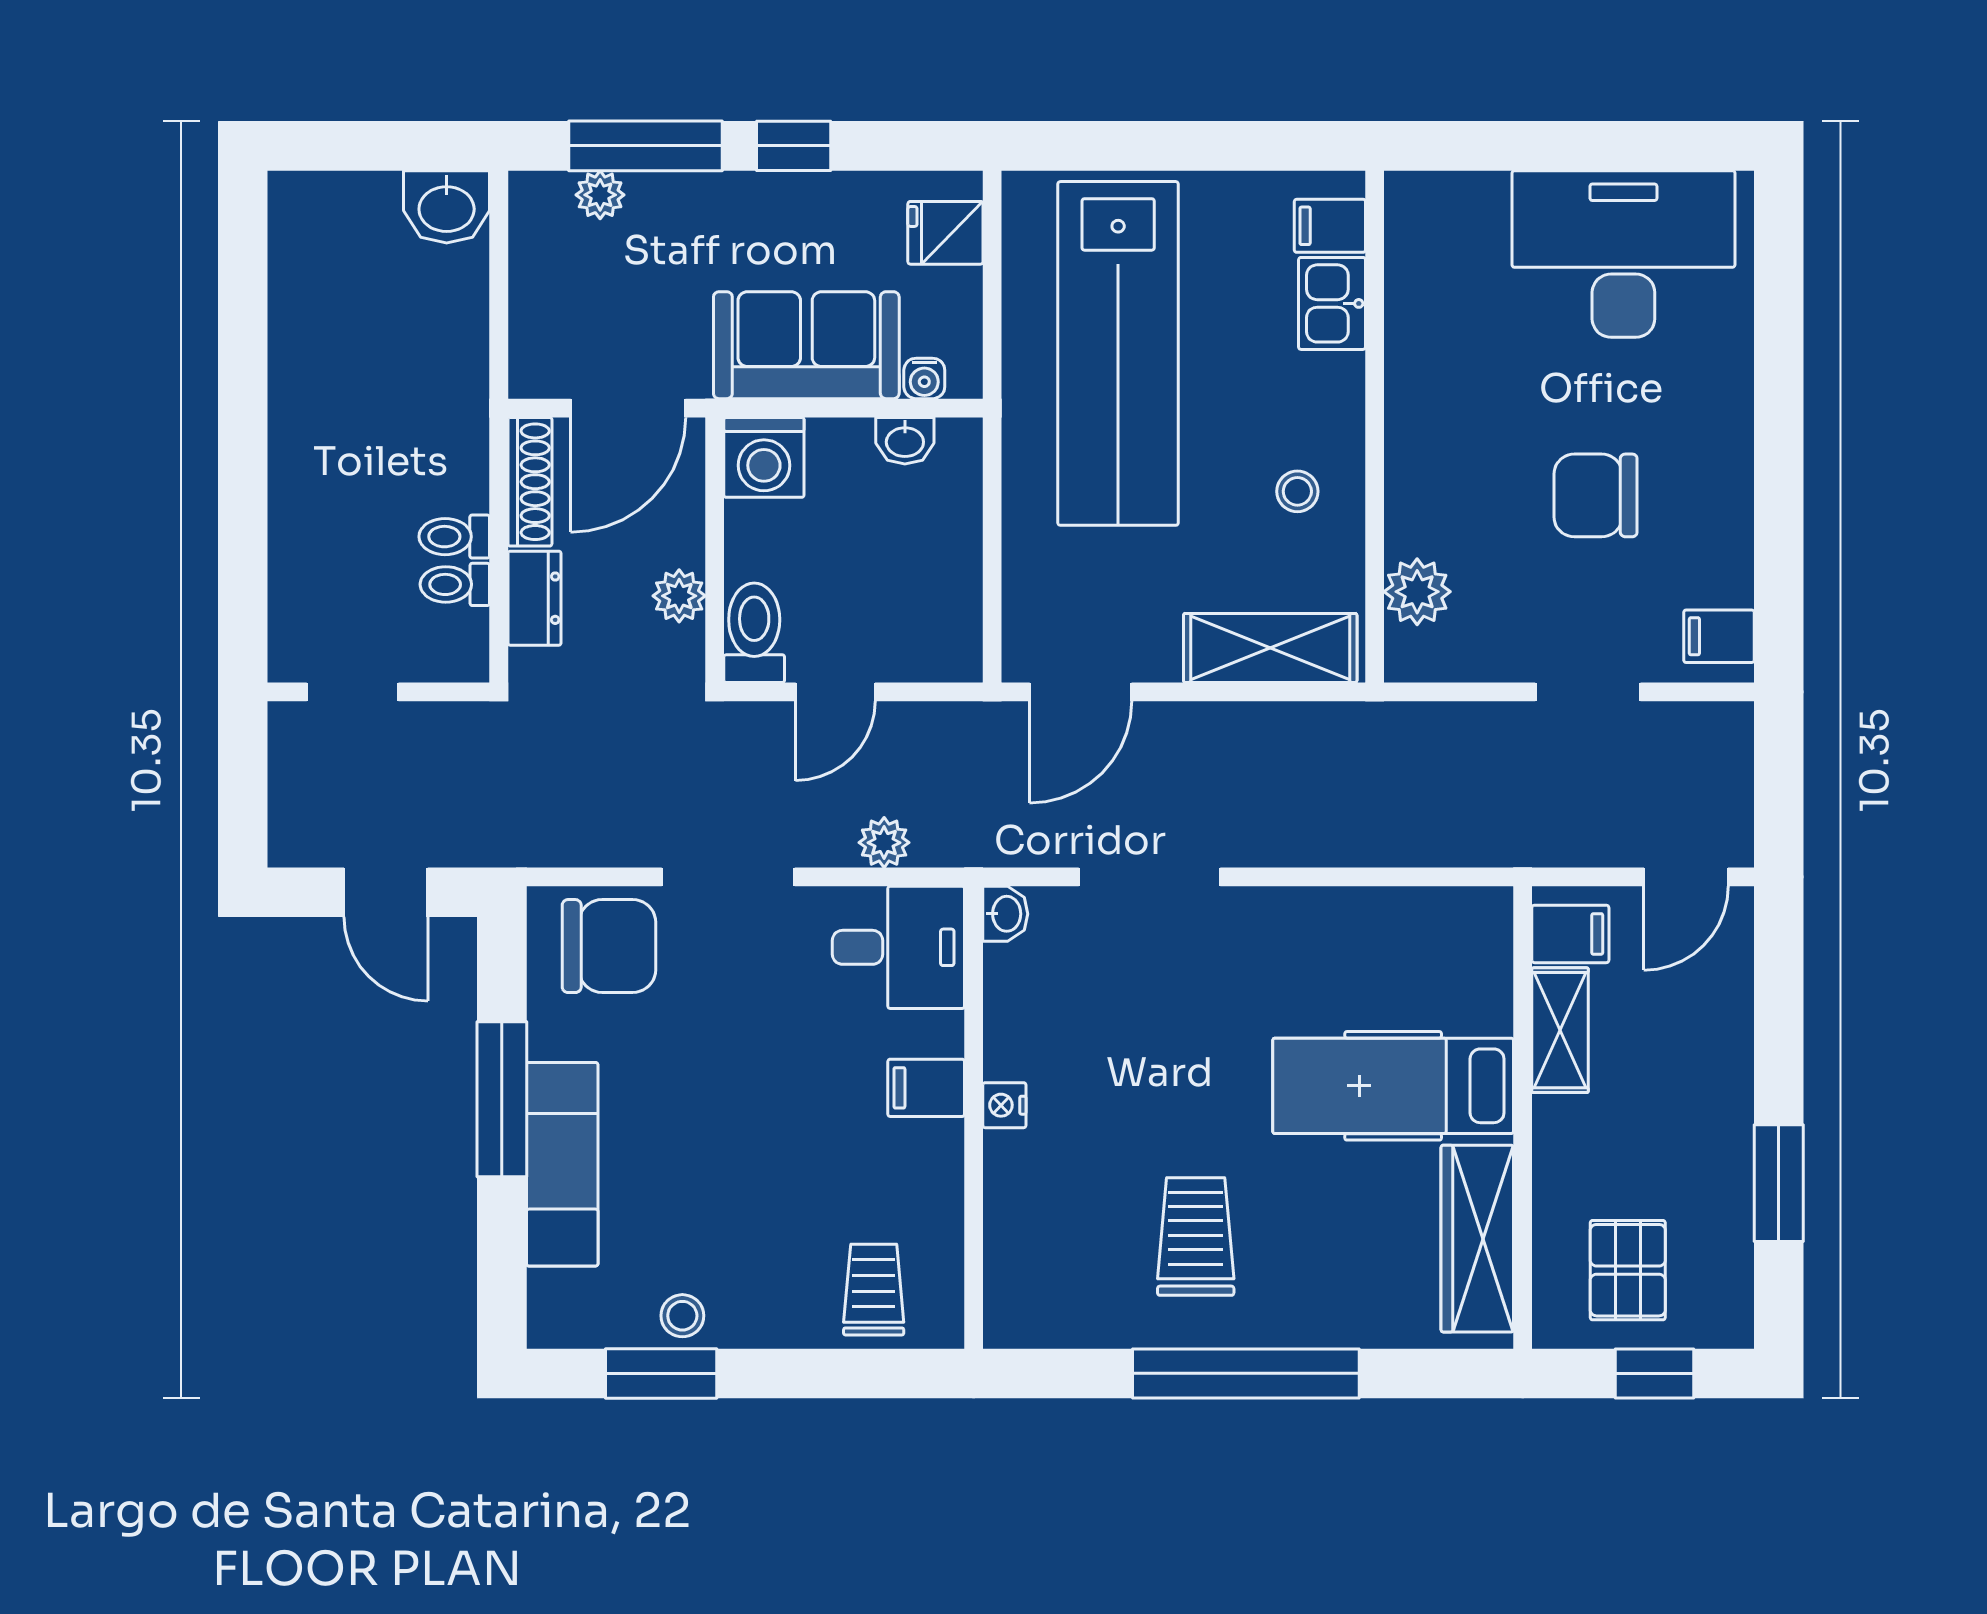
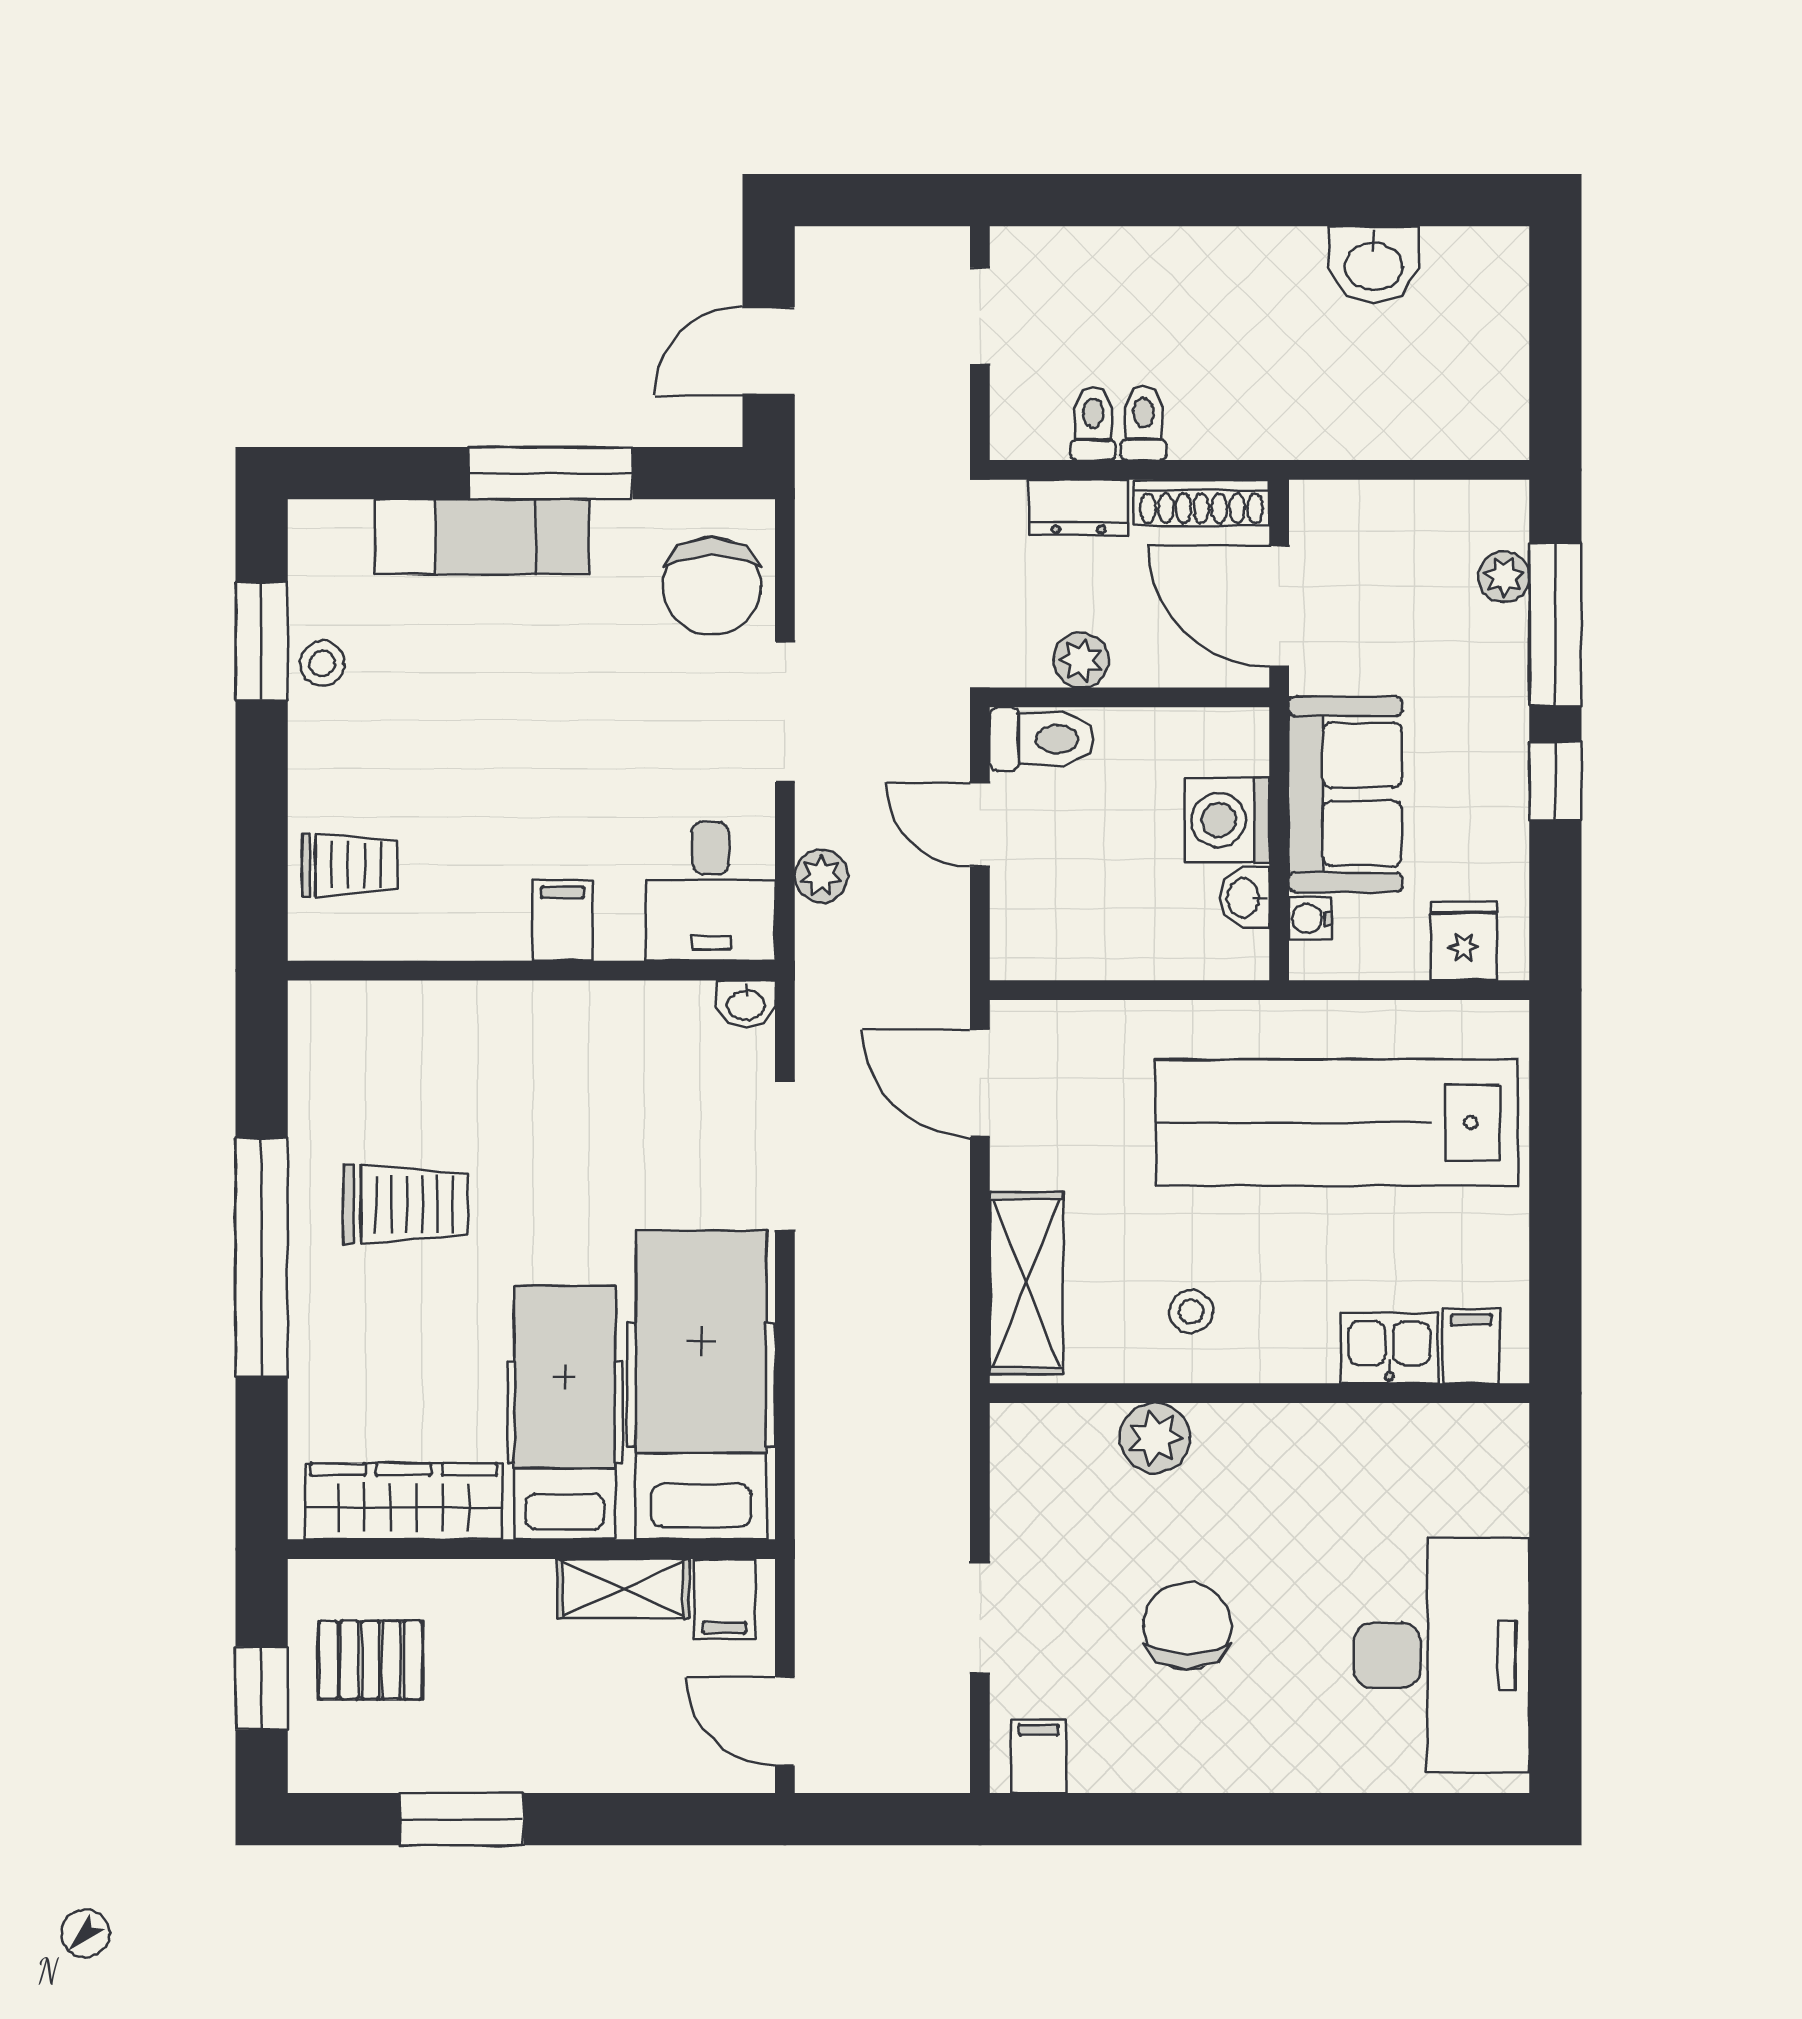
washbasin: (447, 207) -> (1374, 264), moved, turned -90
washing machine: (764, 457) -> (1227, 820), moved
plant: (1417, 592) -> (1155, 1438), moved
hospital bed: (1367, 956) -> (701, 1385), added
nightstand: (1004, 1105) -> (544, 1003), removed

